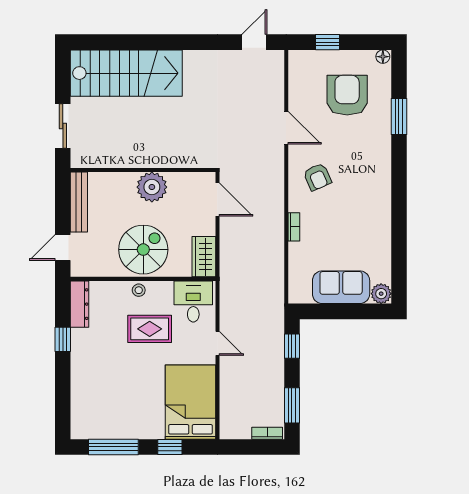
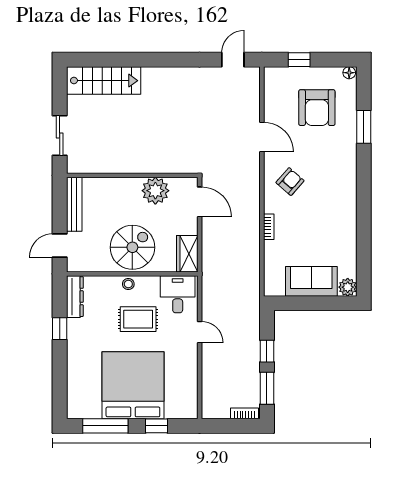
stairs: (126, 73) -> (104, 81), width x0.73, depth x0.66
armchair: (347, 95) -> (317, 108), turned 180
armchair: (317, 177) -> (290, 182), turned -115
plant: (152, 187) -> (155, 191), moved
window: (292, 346) -> (267, 351), moved
bed: (190, 402) -> (133, 385), moved, width x1.36

